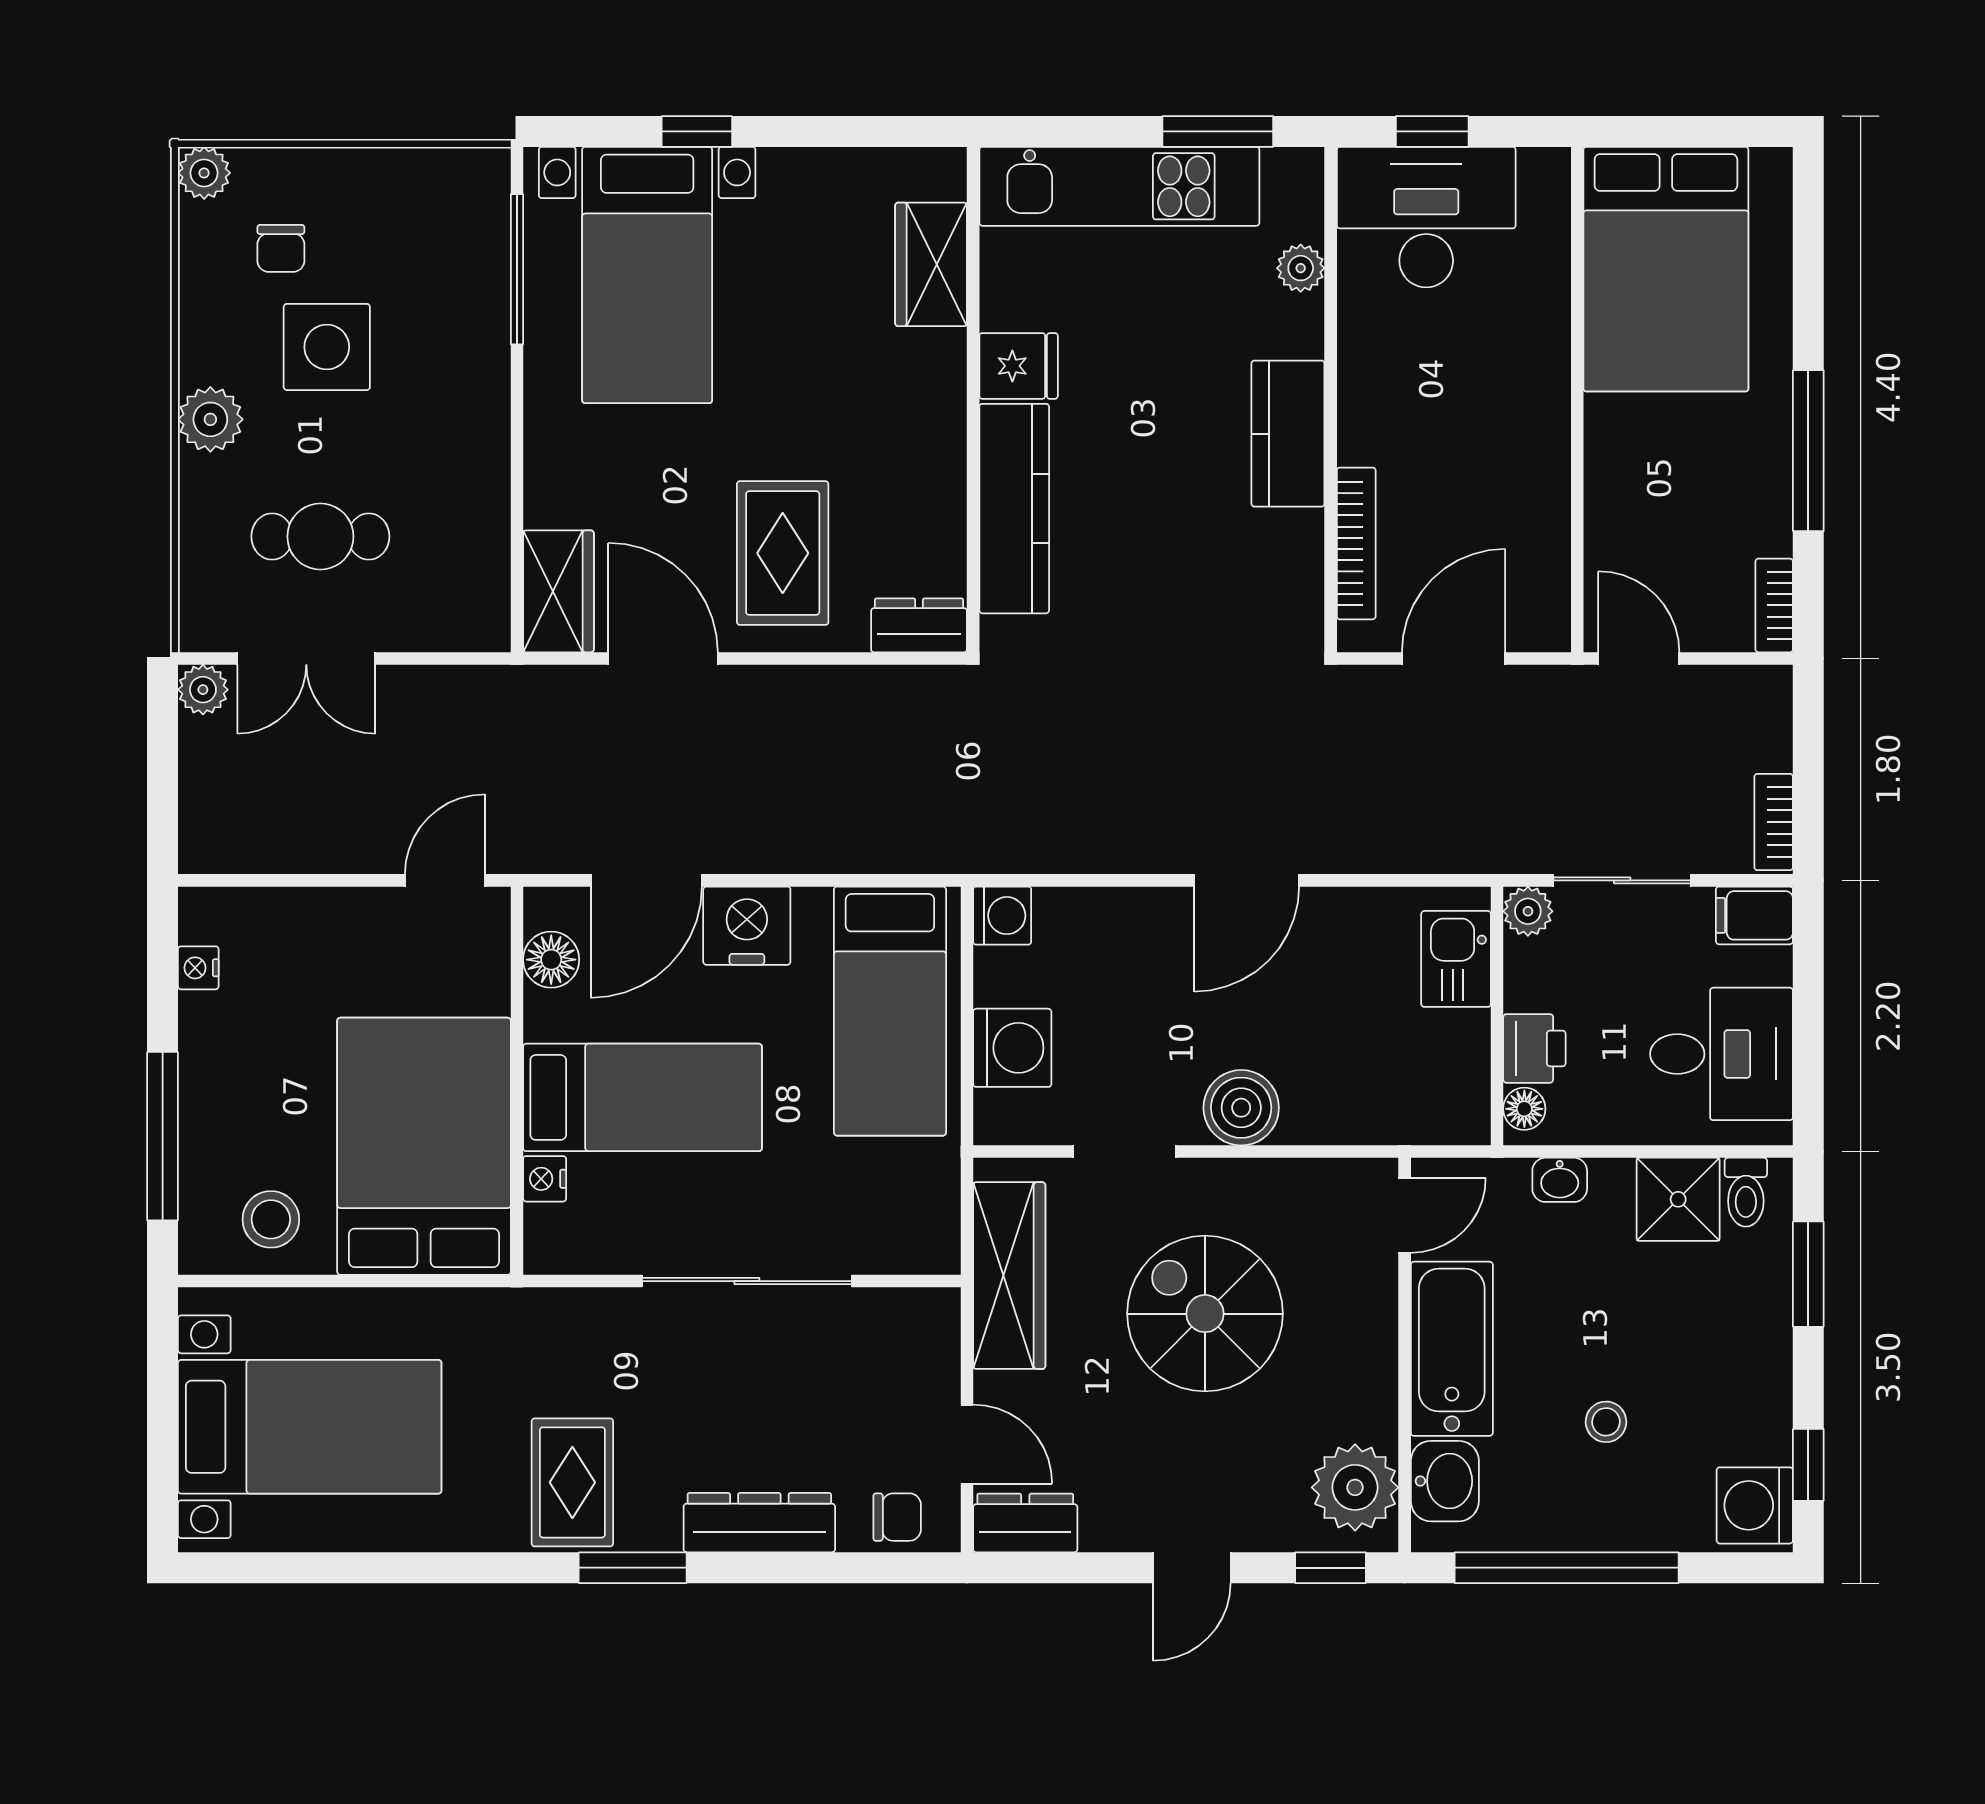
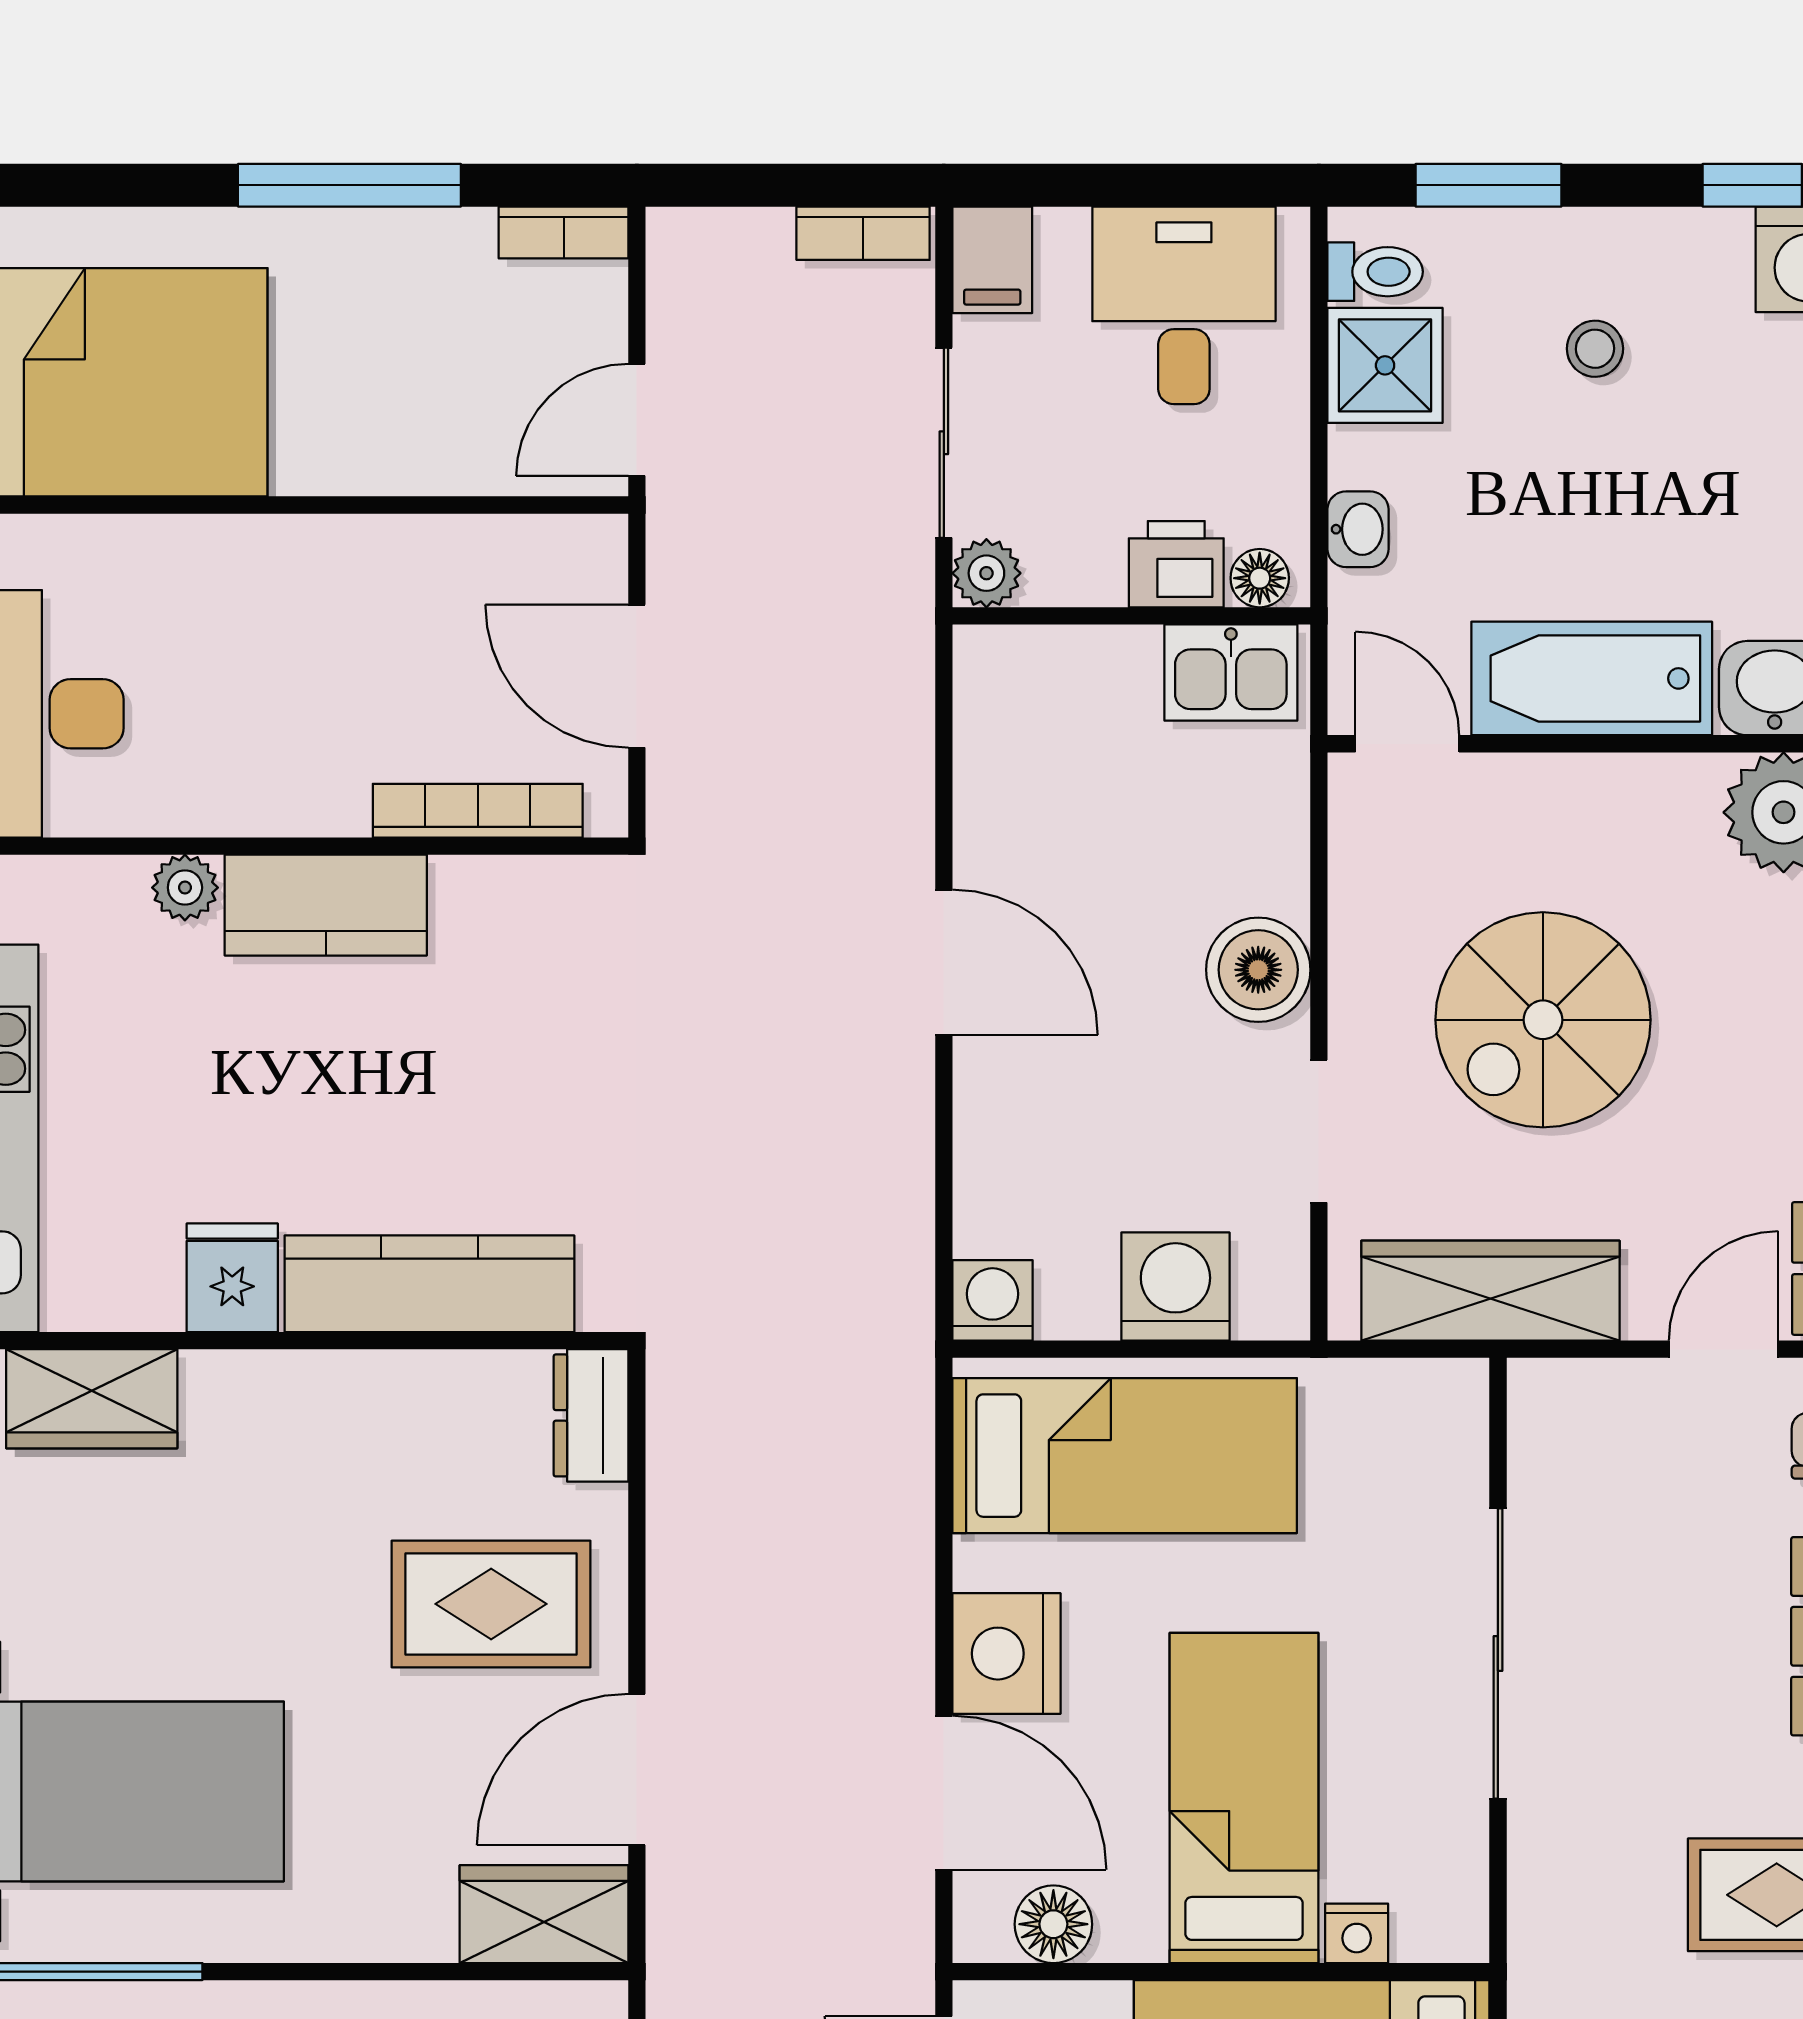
plant: (1301, 268) -> (185, 888), moved
kitchen sink: (1456, 959) -> (1231, 673), moved
stool: (1606, 1422) -> (1595, 349), moved

